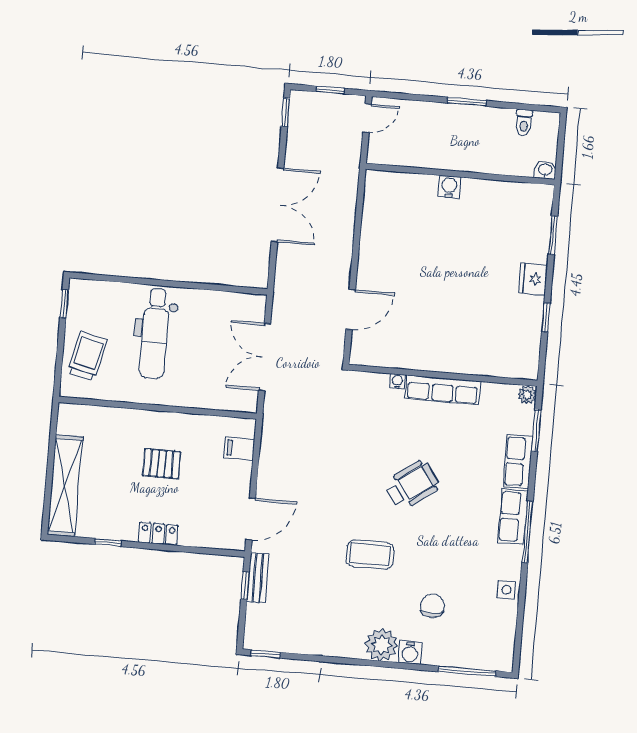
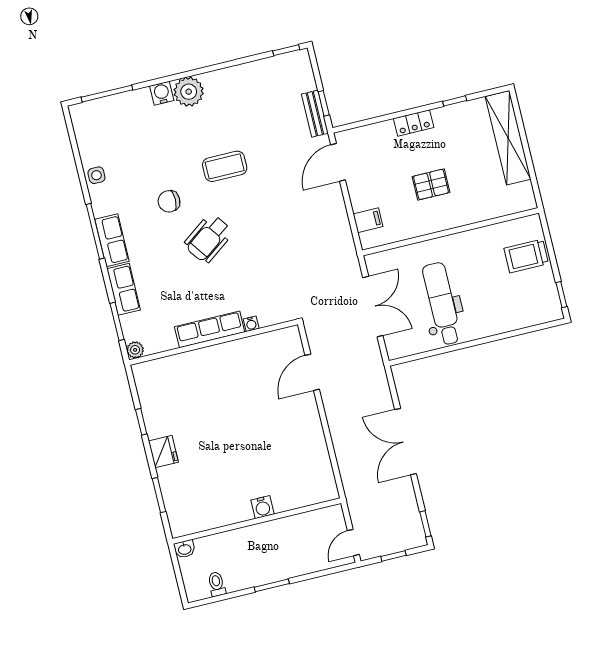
dental chair: (155, 333) -> (442, 304), moved
trolley: (87, 356) -> (526, 256), turned 77
chair: (432, 606) -> (169, 201), moved, turned 90

